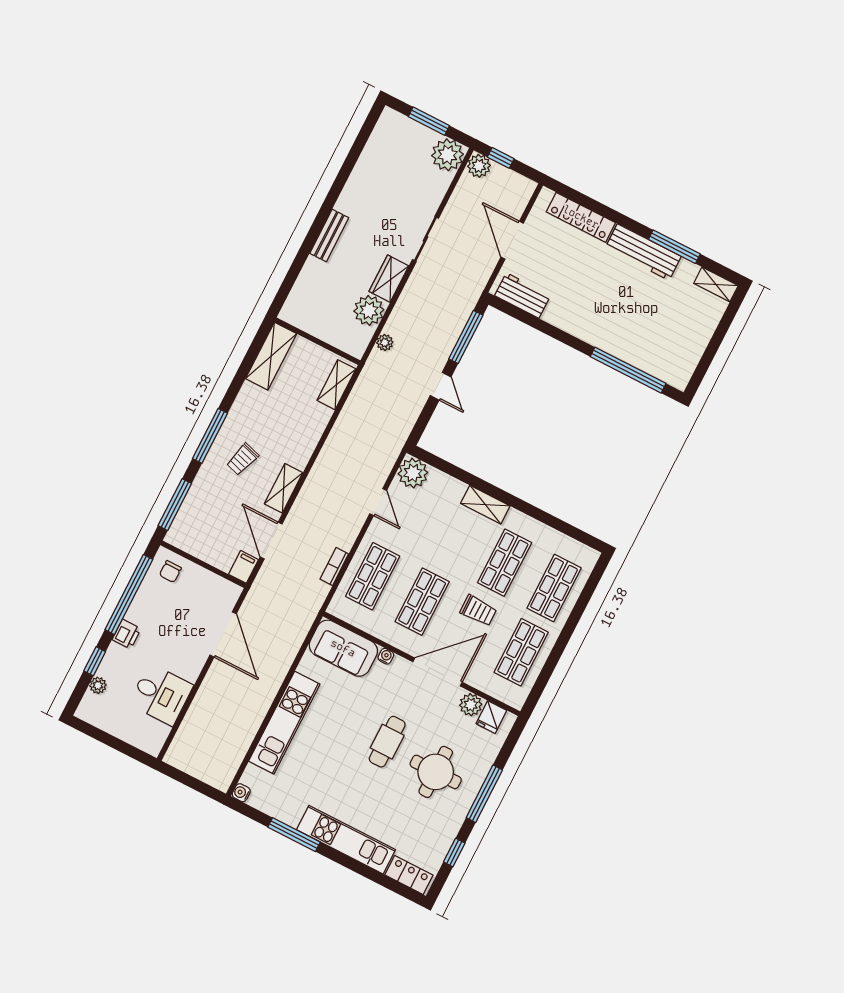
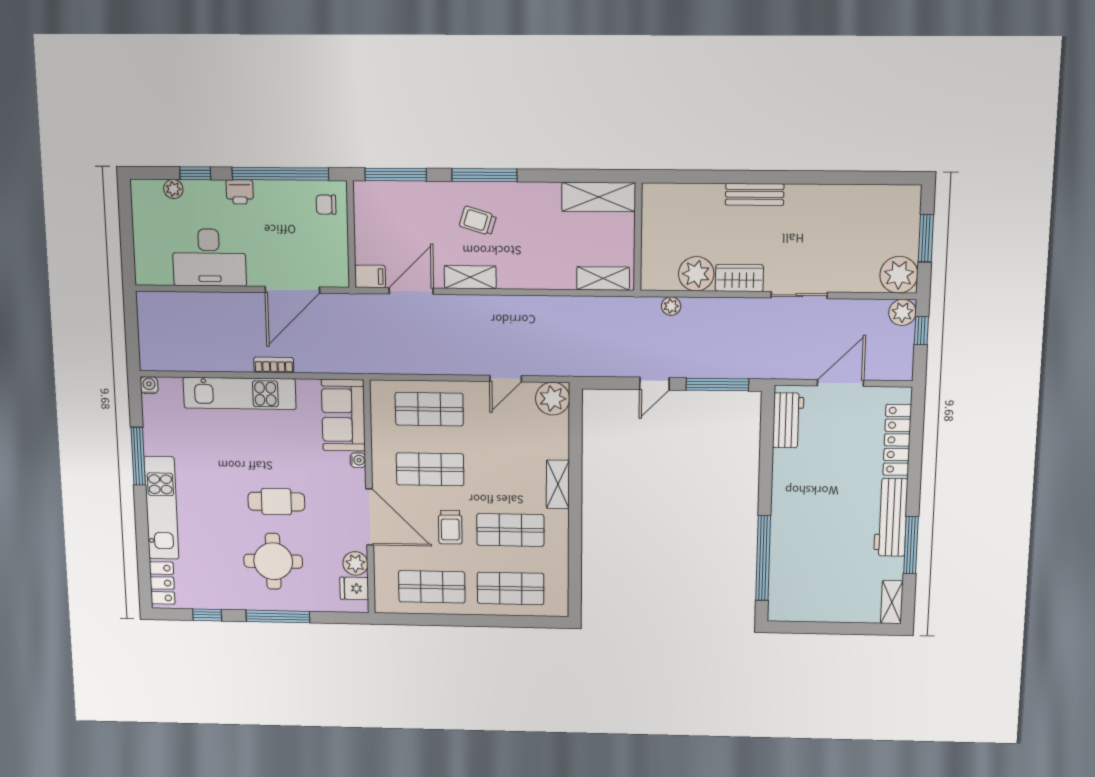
bookcase: (334, 567) -> (274, 365), moved
desk: (161, 695) -> (209, 258), width x1.37

